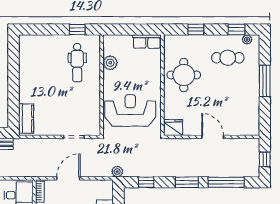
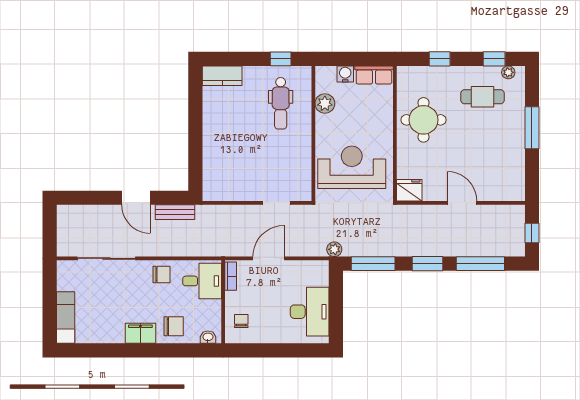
water cooler: (125, 41) -> (345, 74), added
kitchen counter: (26, 119) -> (222, 76), moved, turned 90
window: (146, 182) -> (373, 264), width x2.17

